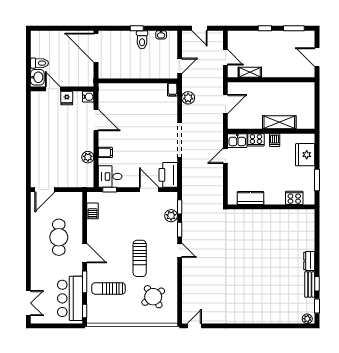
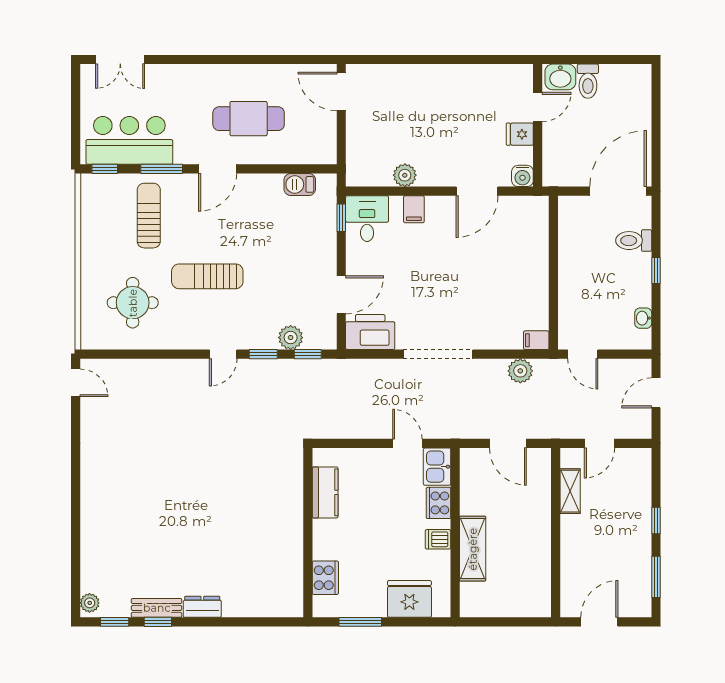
toilet: (142, 40) -> (634, 241), moved
round table: (153, 297) -> (133, 303), turned 35

